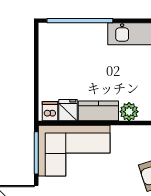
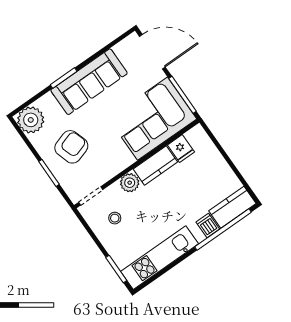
kitchen counter: (60, 33) -> (232, 207), added
dishwasher: (50, 111) -> (208, 226), moved, turned 180

